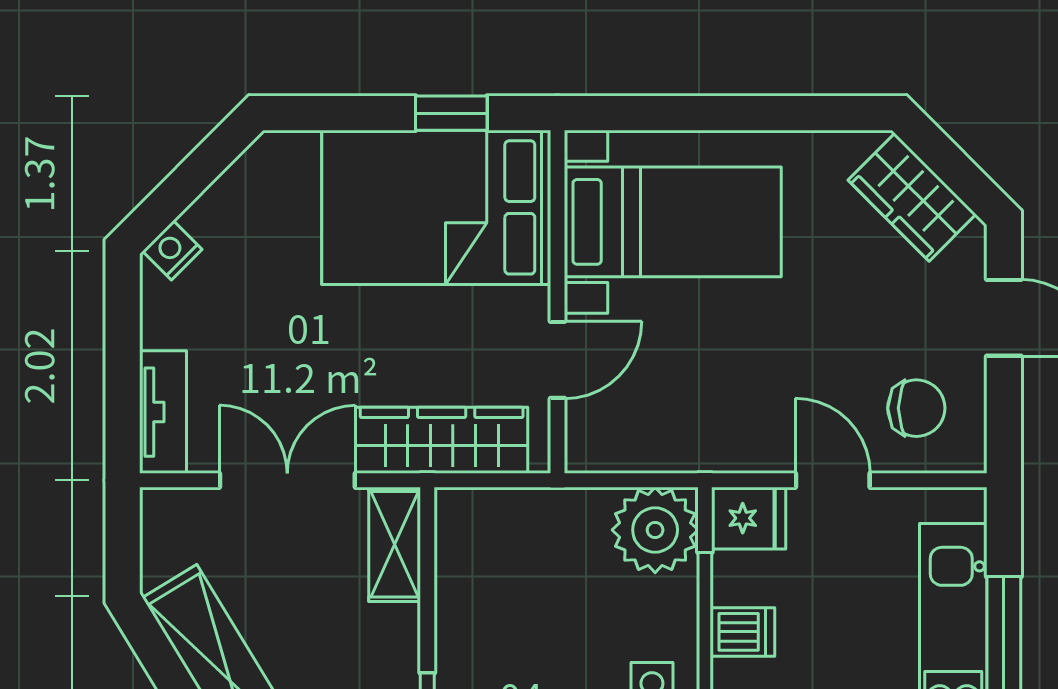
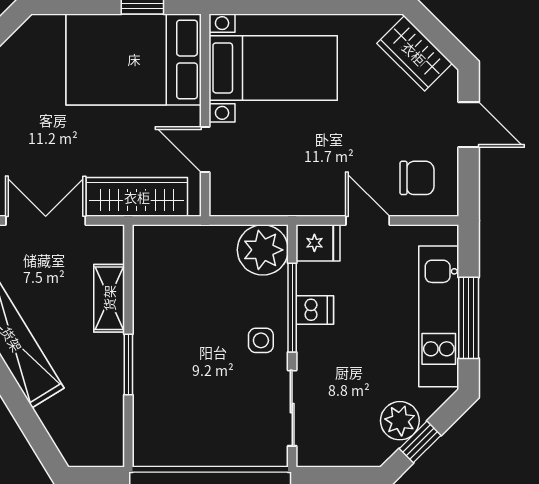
door: (558, 360) -> (205, 149), swing flipped
shelving: (395, 544) -> (109, 298), moved

